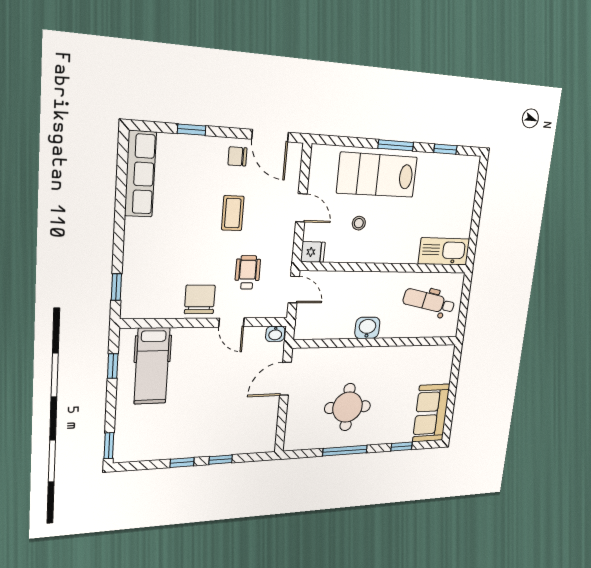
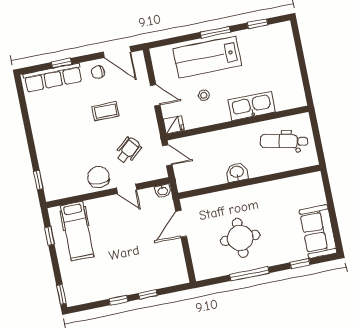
row of seats: (140, 174) -> (53, 78), moved, turned 90
coffee table: (233, 213) -> (105, 111), turned 90
kitchen sink: (444, 251) -> (252, 106), moved
wheelchair: (248, 272) -> (128, 150), turned 48

